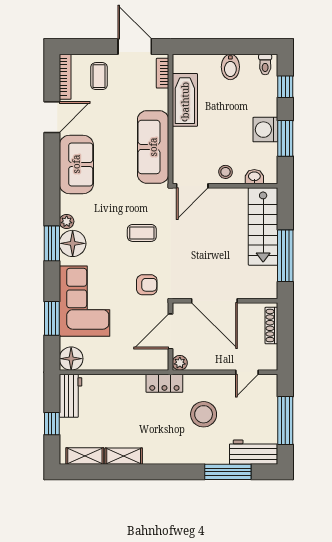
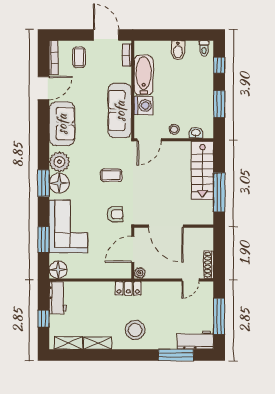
washing machine: (265, 130) -> (143, 105), moved, turned 180
plant: (67, 221) -> (59, 162), width x1.88, depth x1.88
shoe rack: (271, 326) -> (209, 265), moved
stool: (204, 414) -> (135, 330), moved

